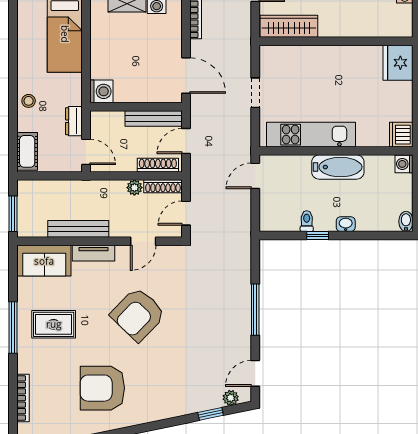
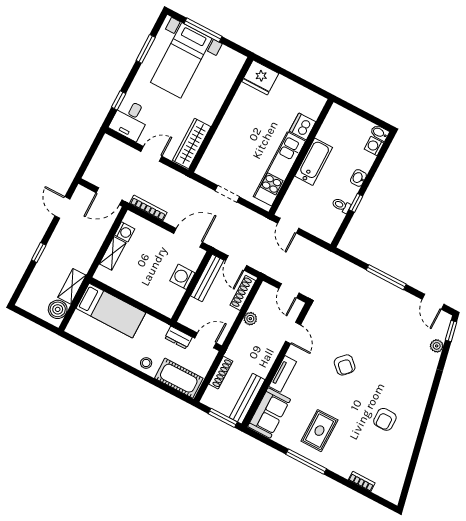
washing machine: (101, 91) -> (182, 277), moved, turned -90
dishwasher: (401, 135) -> (303, 126), moved, turned 90
cot: (27, 151) -> (179, 378), width x1.37, depth x1.34
washing machine: (404, 164) -> (374, 146), moved, turned 90
shoe rack: (163, 186) -> (221, 373), moved
bench: (78, 229) -> (247, 399), moved
armchair: (138, 314) -> (345, 365), width x0.53, depth x0.53
armchair: (102, 388) -> (385, 419), width x0.53, depth x0.53
bookcase: (23, 398) -> (362, 481), width x0.64
plant: (231, 398) -> (437, 346), moved
window: (211, 414) -> (451, 331), moved

